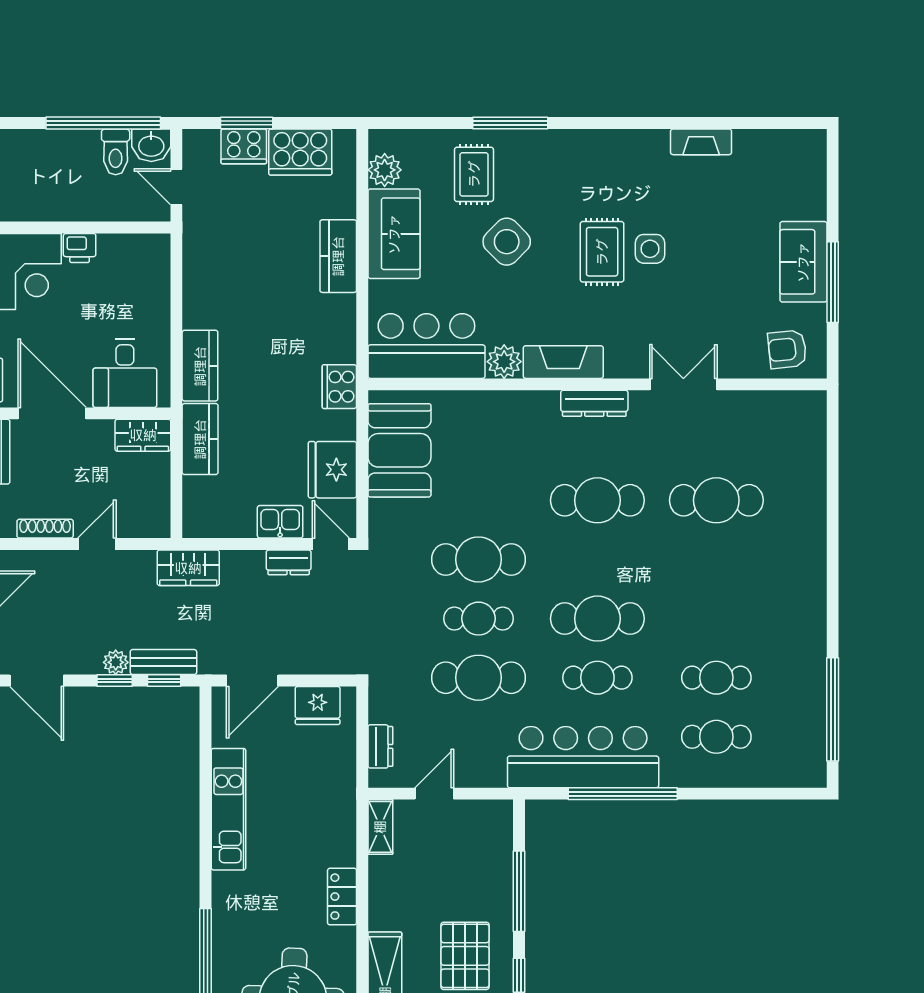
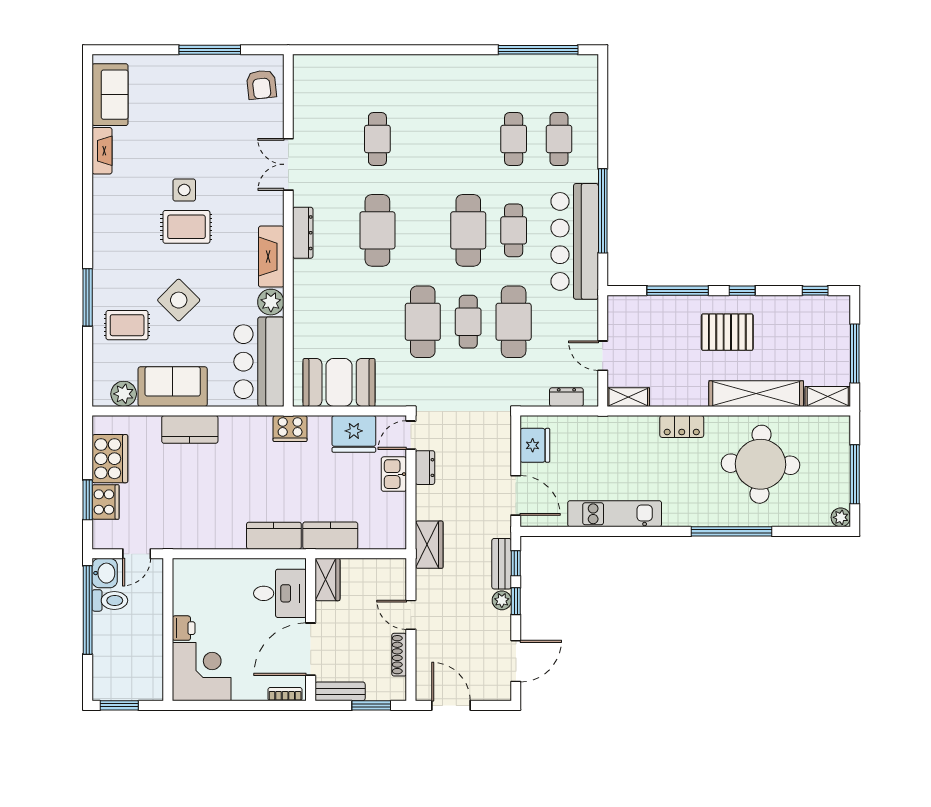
sofa: (803, 262) -> (110, 95), moved, turned -90
cafe table: (716, 500) -> (377, 139), width x0.73, depth x0.74

